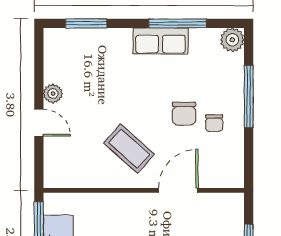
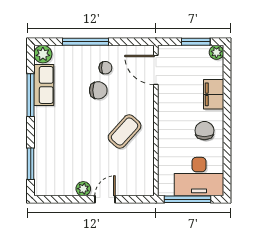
row of seats: (161, 41) -> (44, 85), moved
door: (178, 190) -> (156, 70), moved

